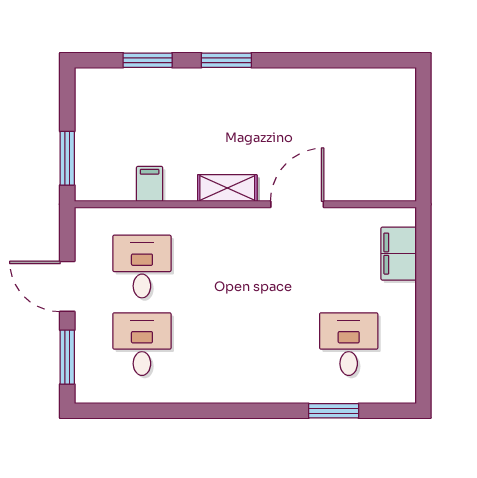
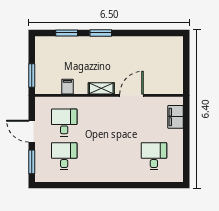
window: (334, 411) -> (147, 185), removed

